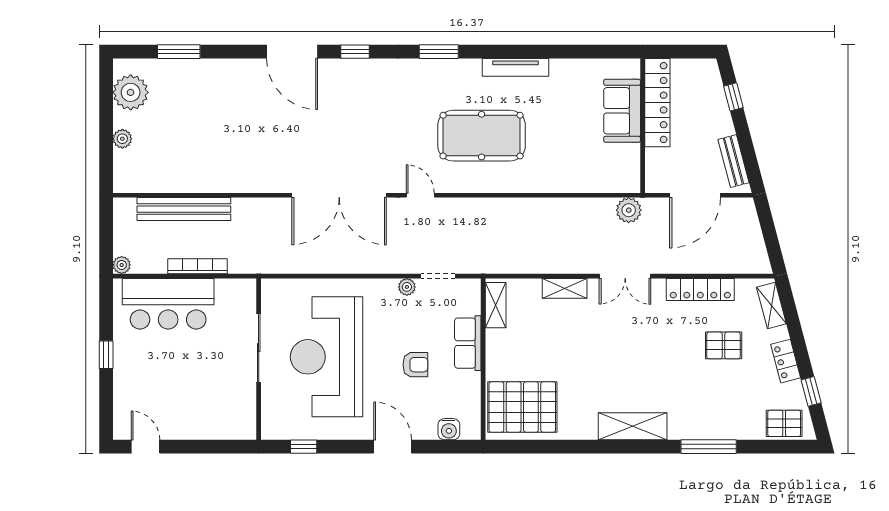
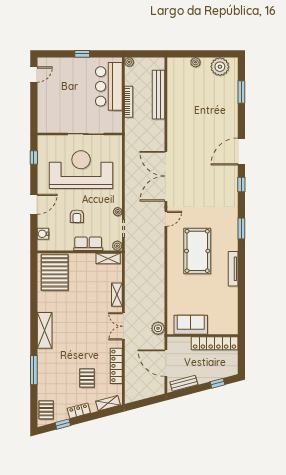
sofa: (622, 111) -> (191, 325), moved
plant: (472, 288) -> (117, 246), added

